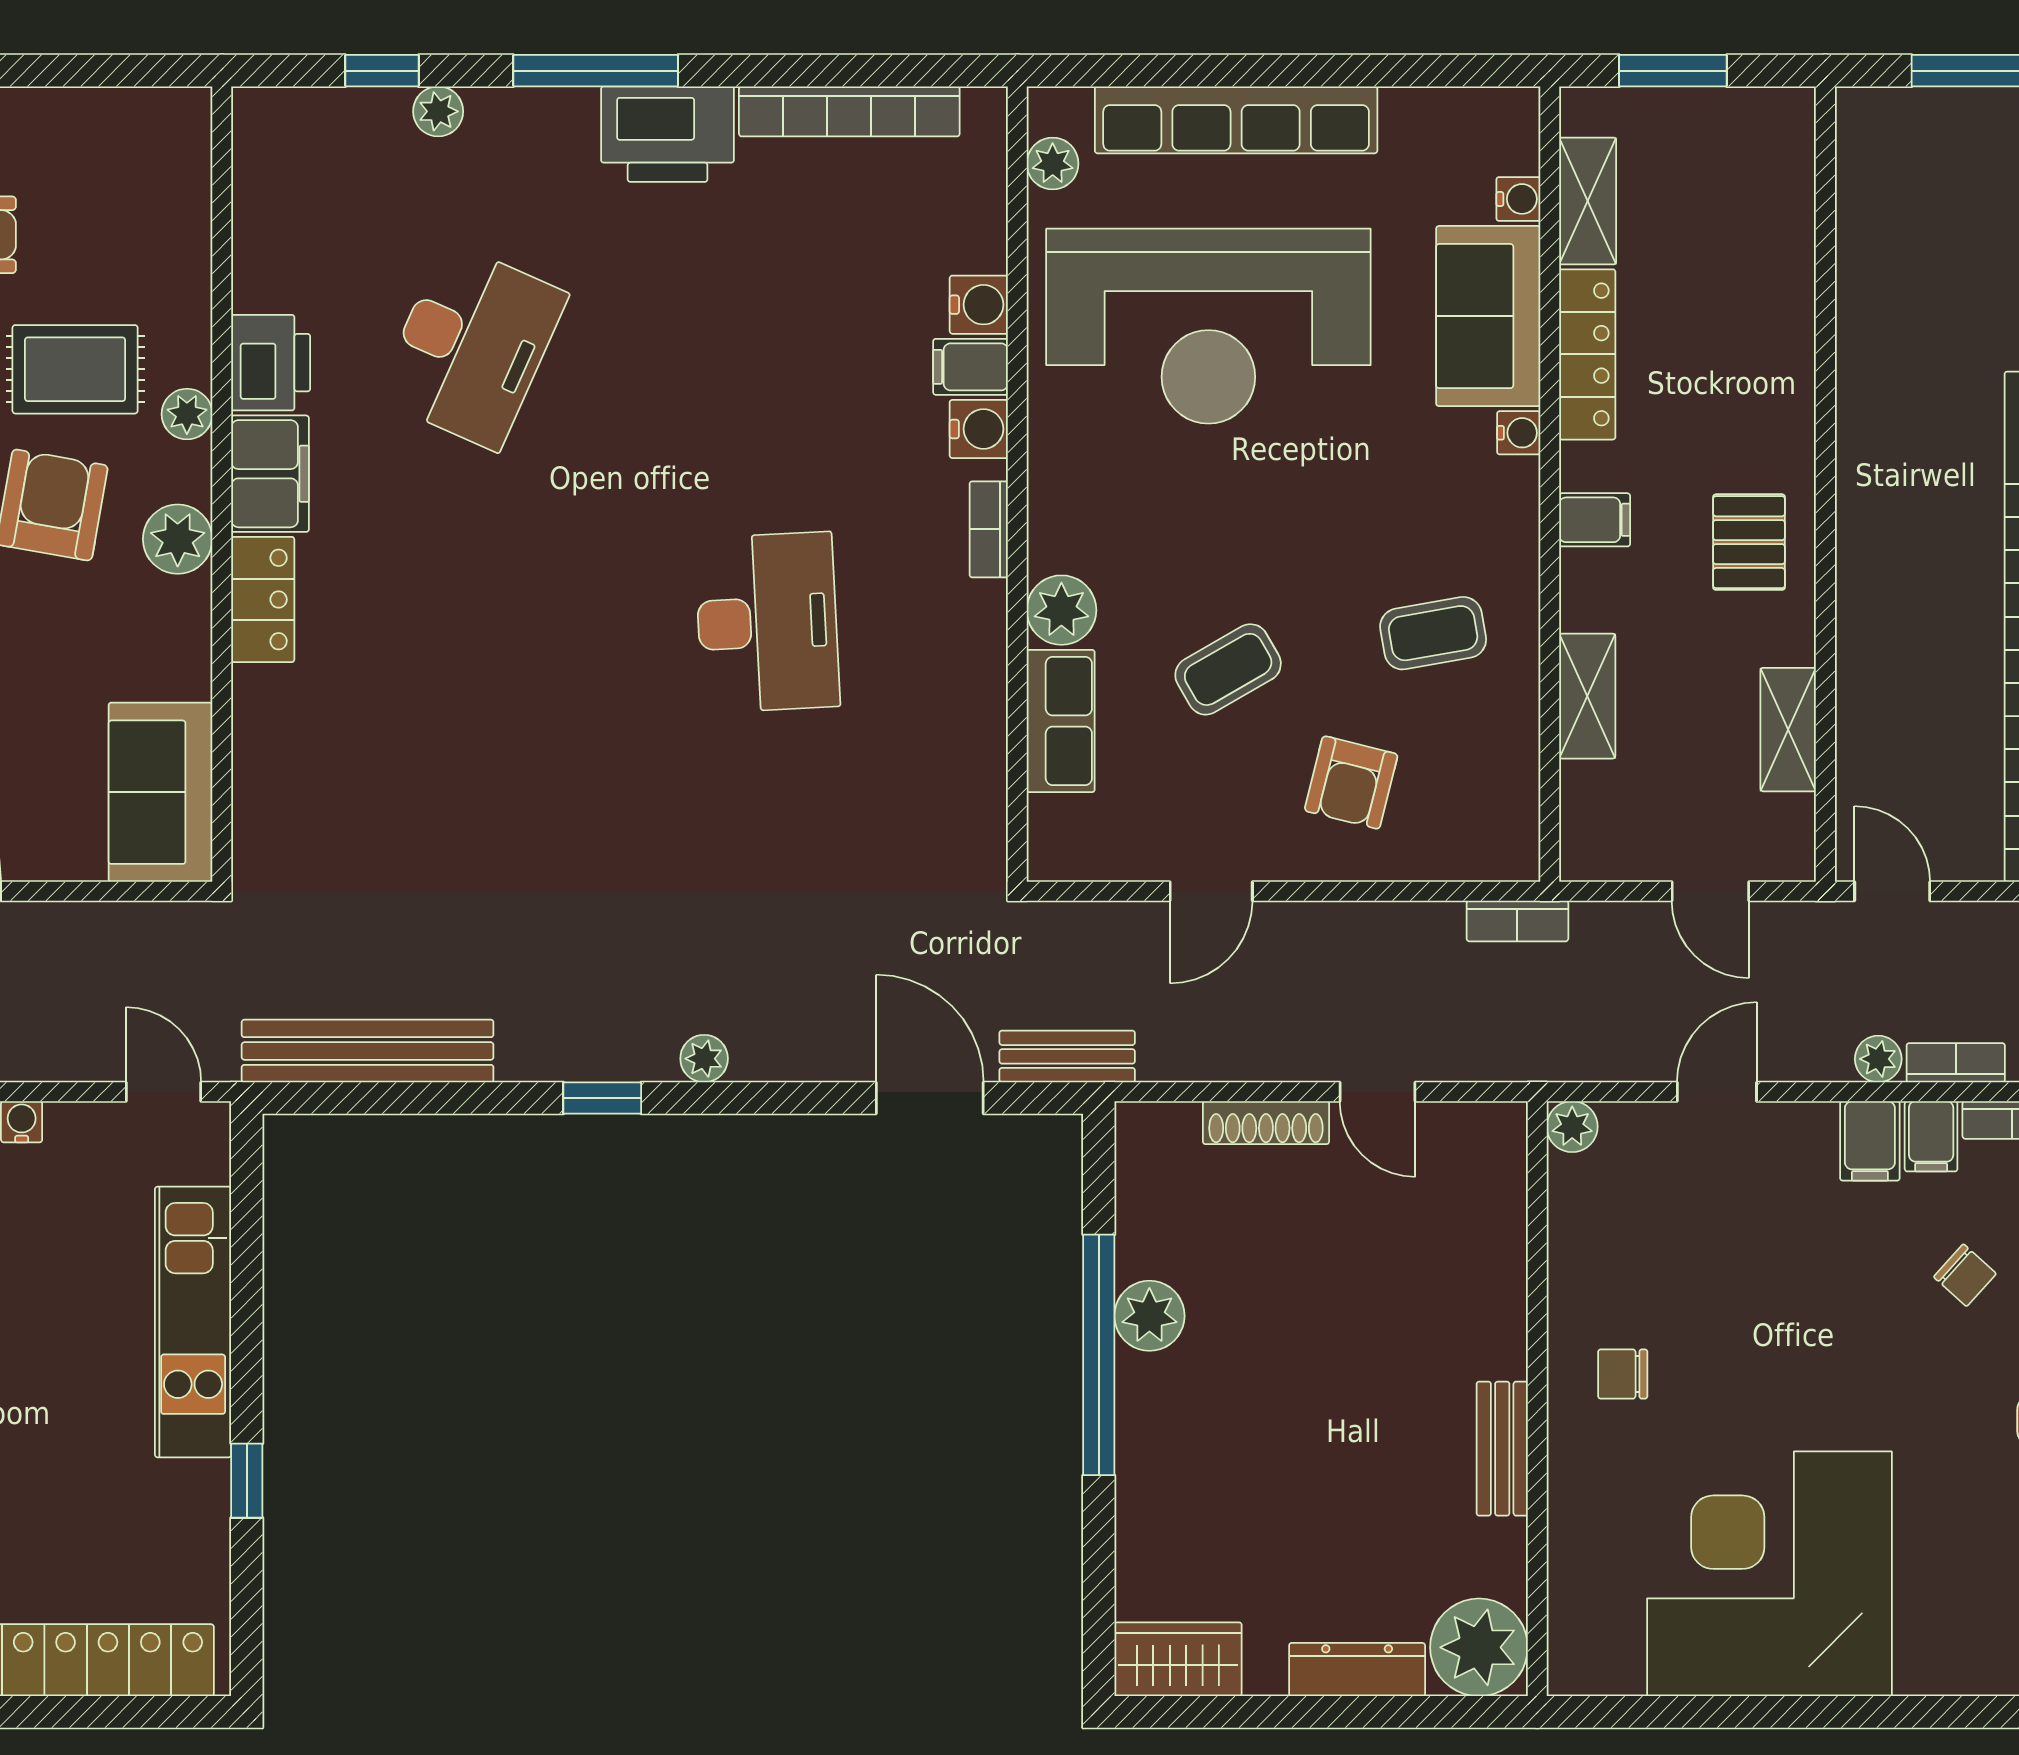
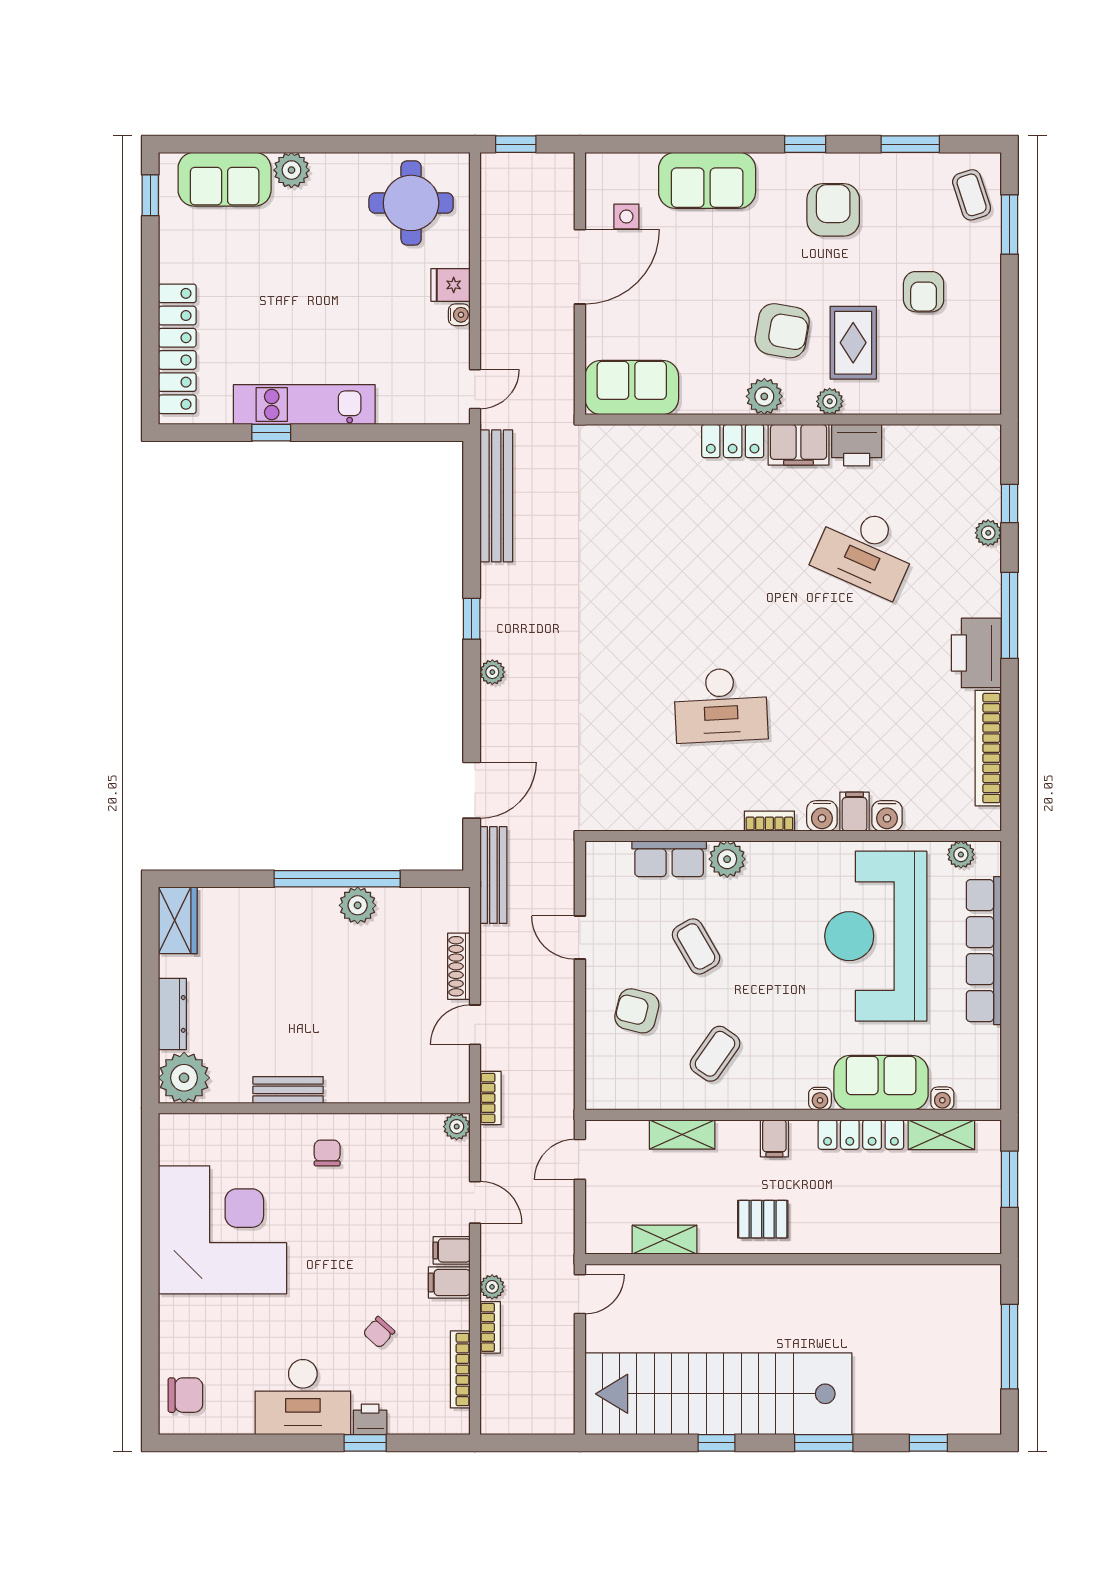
coffee table: (1433, 633) -> (715, 1054), turned 45
door: (1710, 891) -> (580, 1159), moved
bookcase: (1517, 921) -> (491, 1098), moved, turned 180
bench: (1067, 1056) -> (493, 875), width x1.36
filing cabinet: (1931, 1136) -> (452, 1250), moved
kitchen unit: (193, 1322) -> (304, 405), moved

